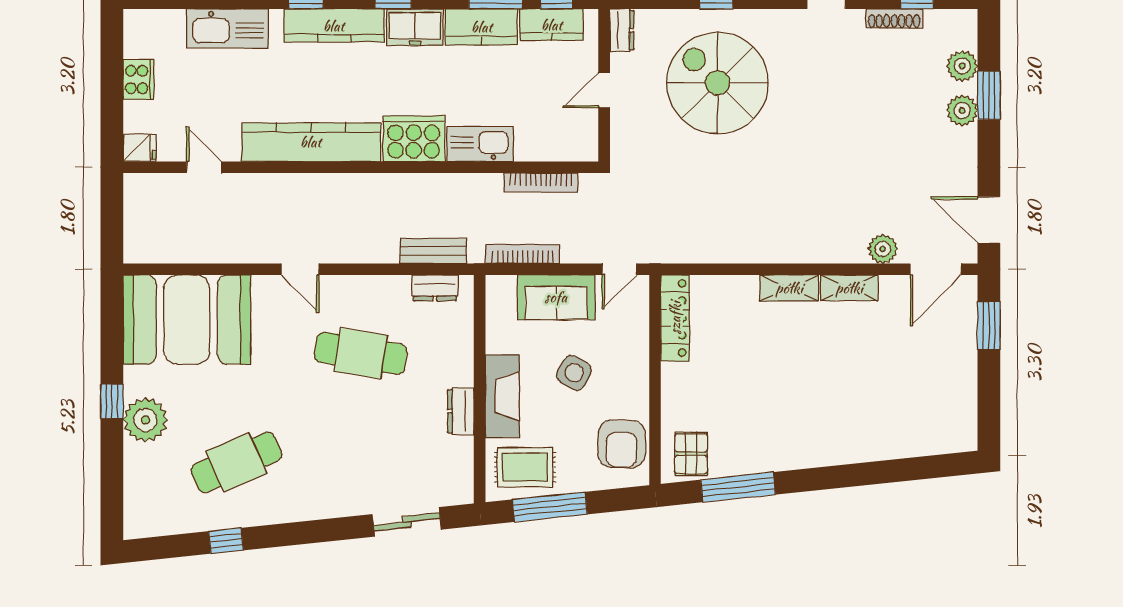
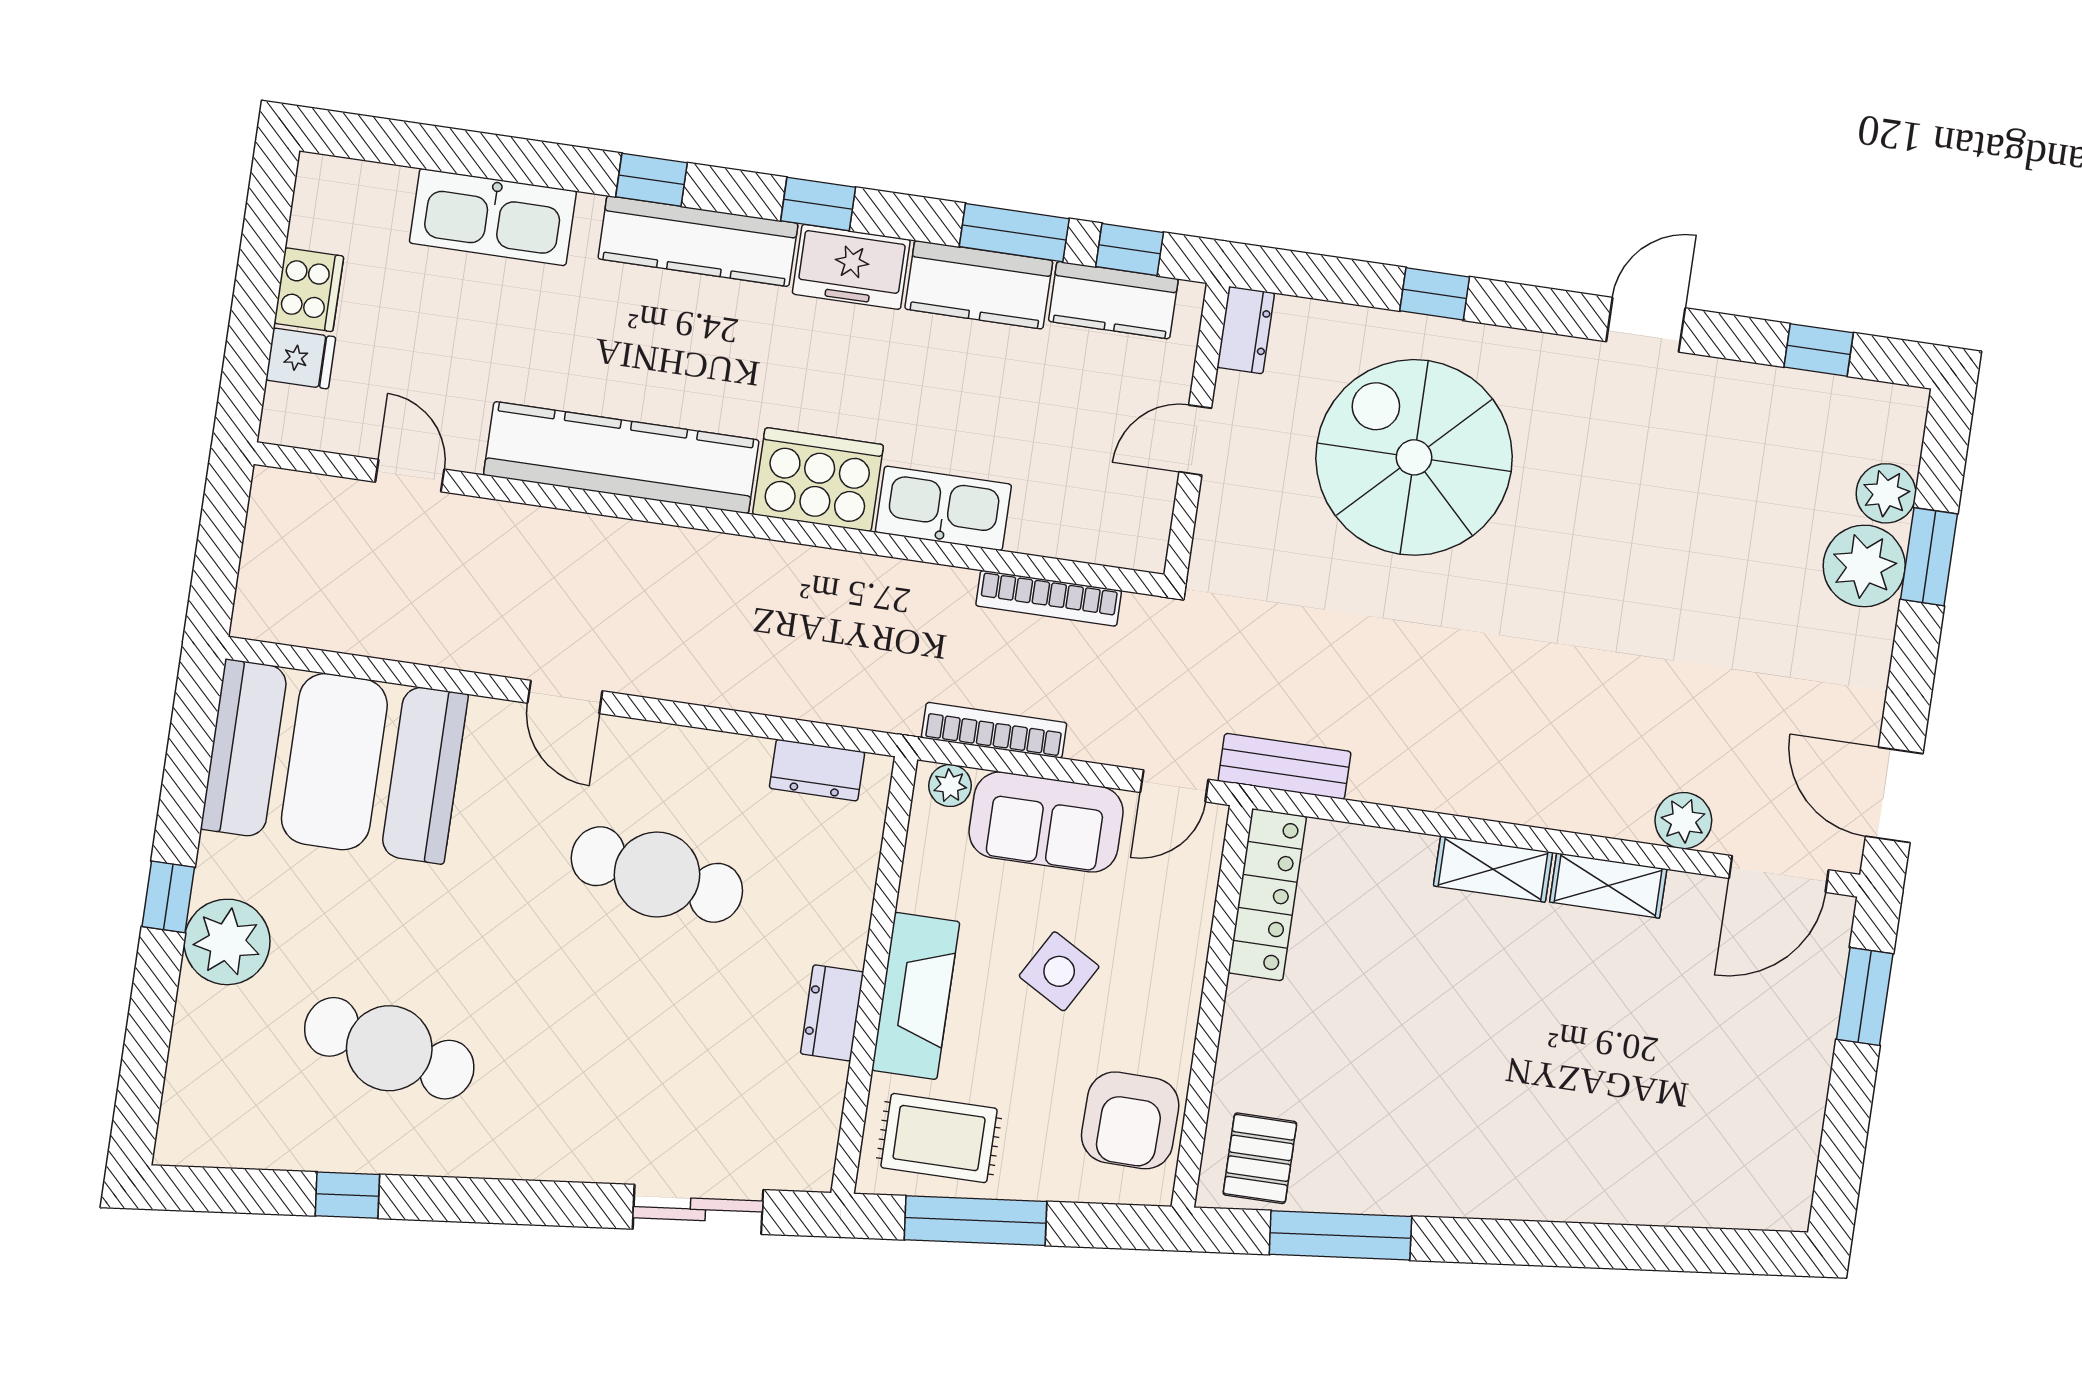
shoe rack: (894, 19) -> (1769, 384), removed
plant: (962, 110) -> (1864, 566), width x1.36, depth x1.36
fridge: (140, 148) -> (301, 358), moved
bench: (433, 251) -> (1284, 766), moved
plant: (504, 286) -> (950, 786), added
cafe table: (236, 462) -> (389, 1048), turned 36

